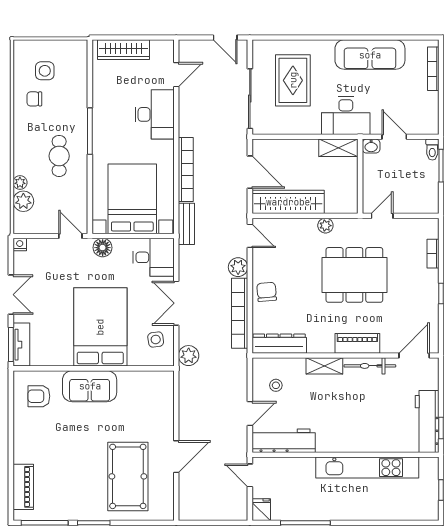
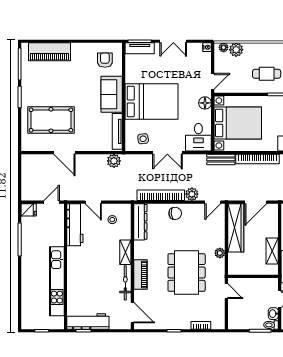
washbasin: (371, 146) -> (273, 314), moved
shelving: (338, 148) -> (272, 251), moved
plant: (20, 183) -> (224, 47), moved
double door: (176, 303) -> (167, 153), swing flipped
plant: (189, 356) -> (114, 161), moved
tv unit: (145, 378) -> (117, 131), added
piano: (23, 487) -> (49, 52), width x1.37, depth x1.33

